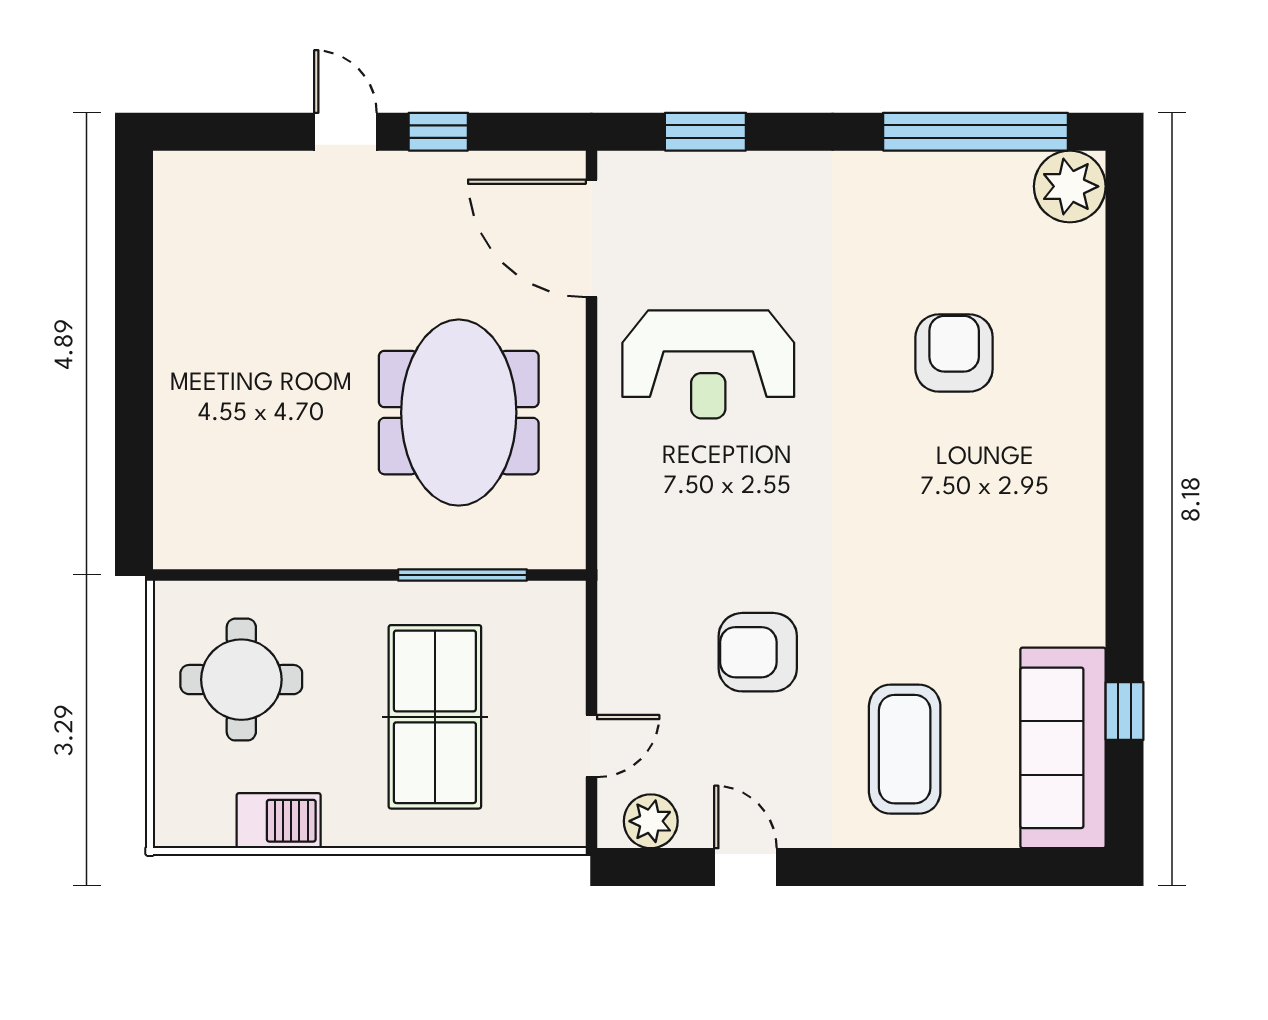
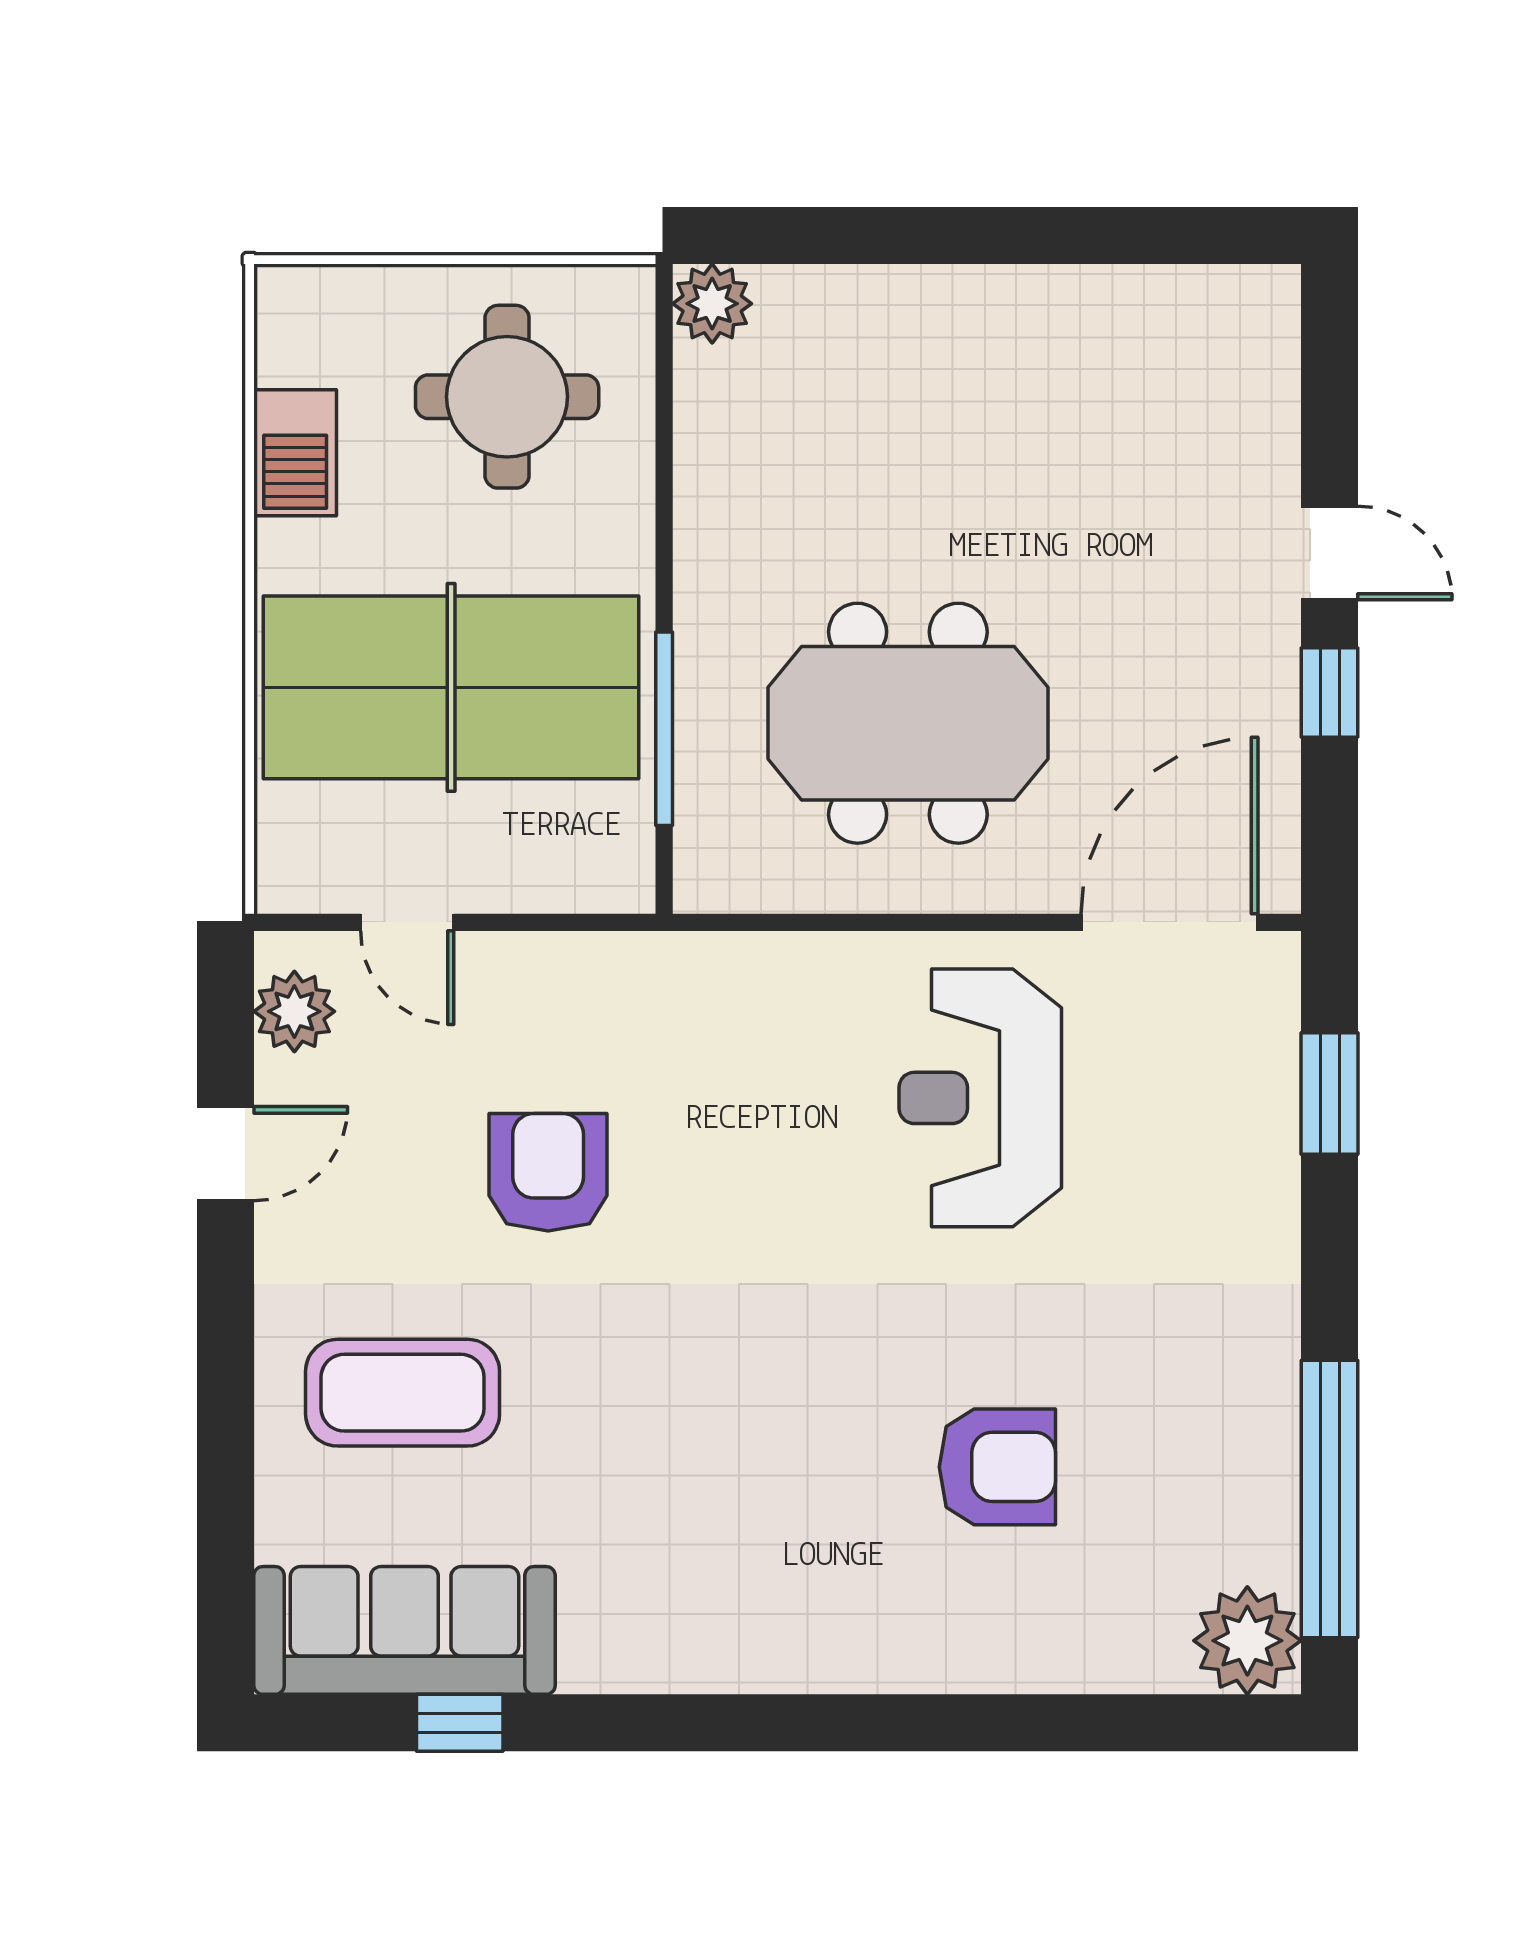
door: (345, 132) -> (1330, 553), hinge flipped
plant: (179, 543) -> (712, 304), added
table tennis table: (435, 717) -> (451, 687), width x1.36, depth x1.32

